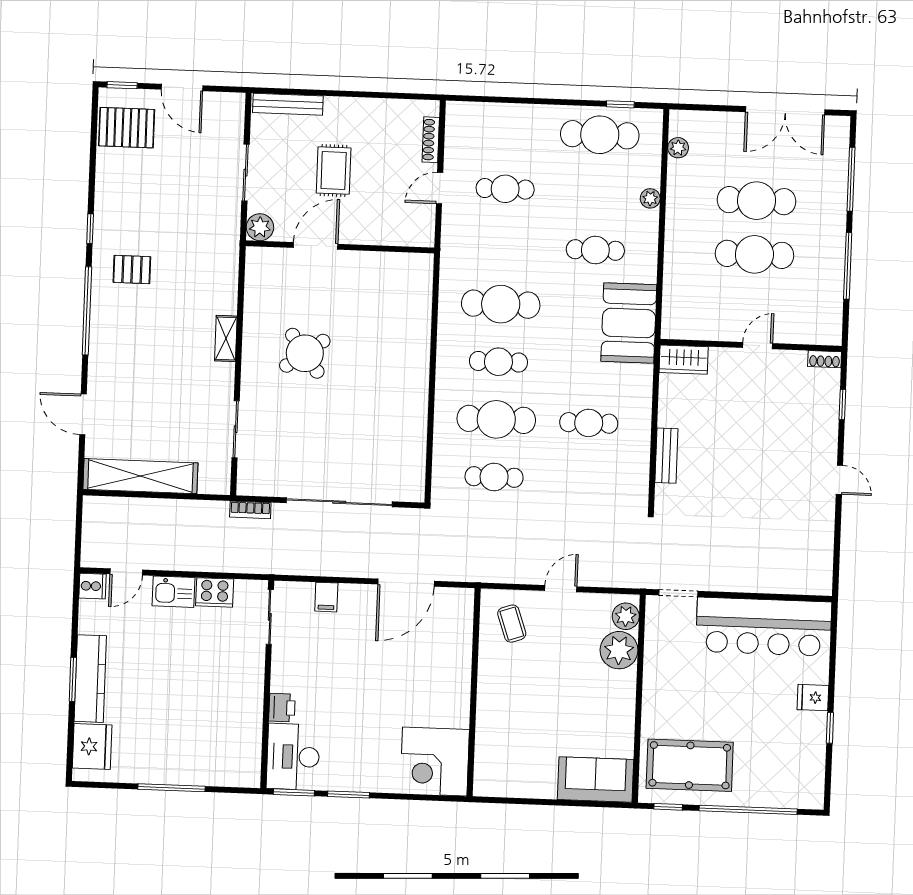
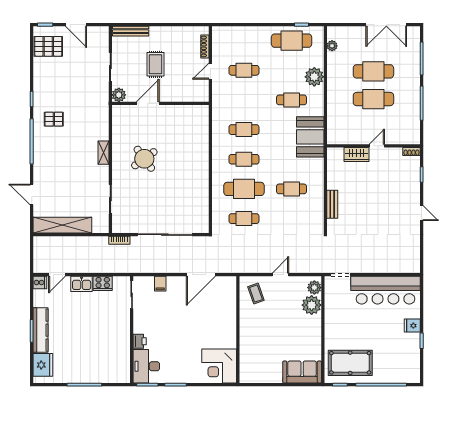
plant: (650, 198) -> (314, 77), width x1.88, depth x1.88
cafe table: (501, 304) -> (244, 130), width x0.73, depth x0.74
wardrobe: (684, 360) -> (357, 154), moved

